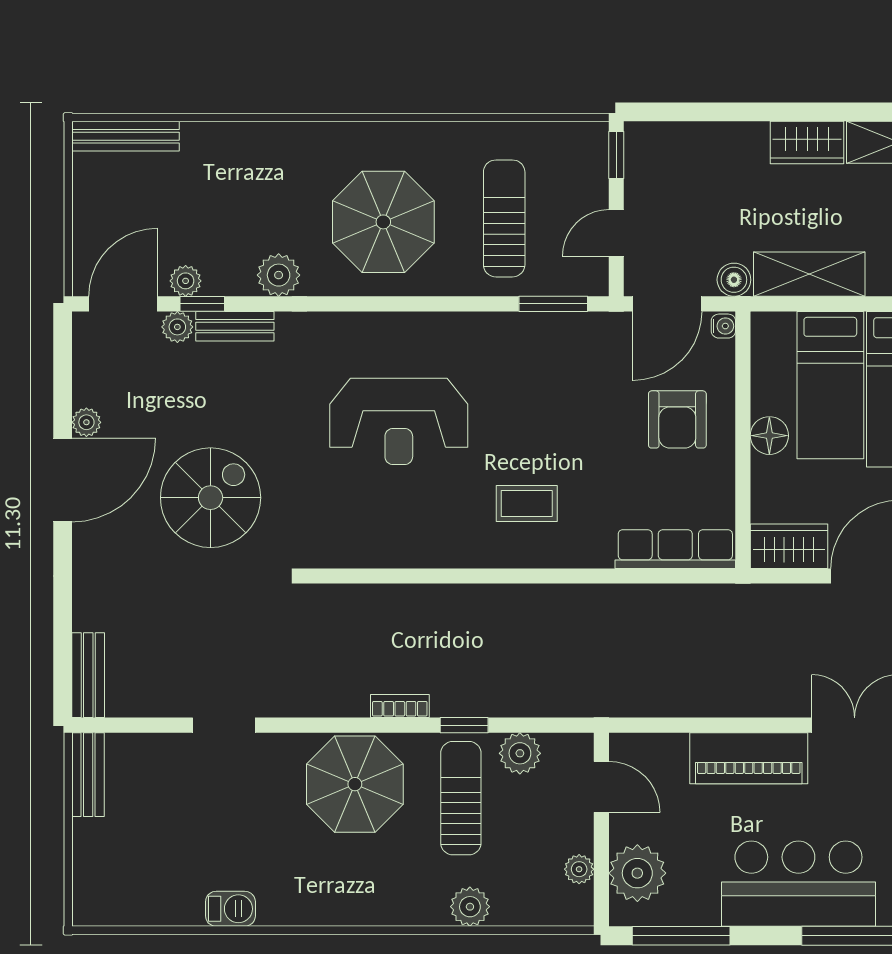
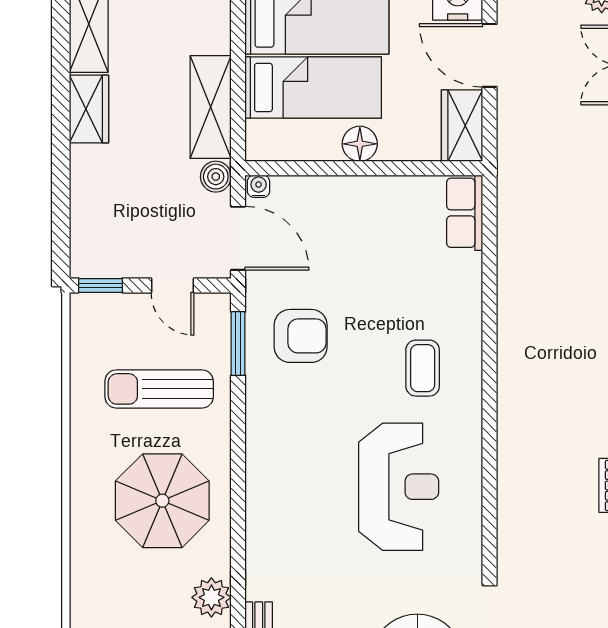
armchair: (677, 419) -> (301, 336), moved
reception desk: (399, 421) -> (399, 487), moved
row of seats: (675, 549) -> (465, 213), width x0.68

